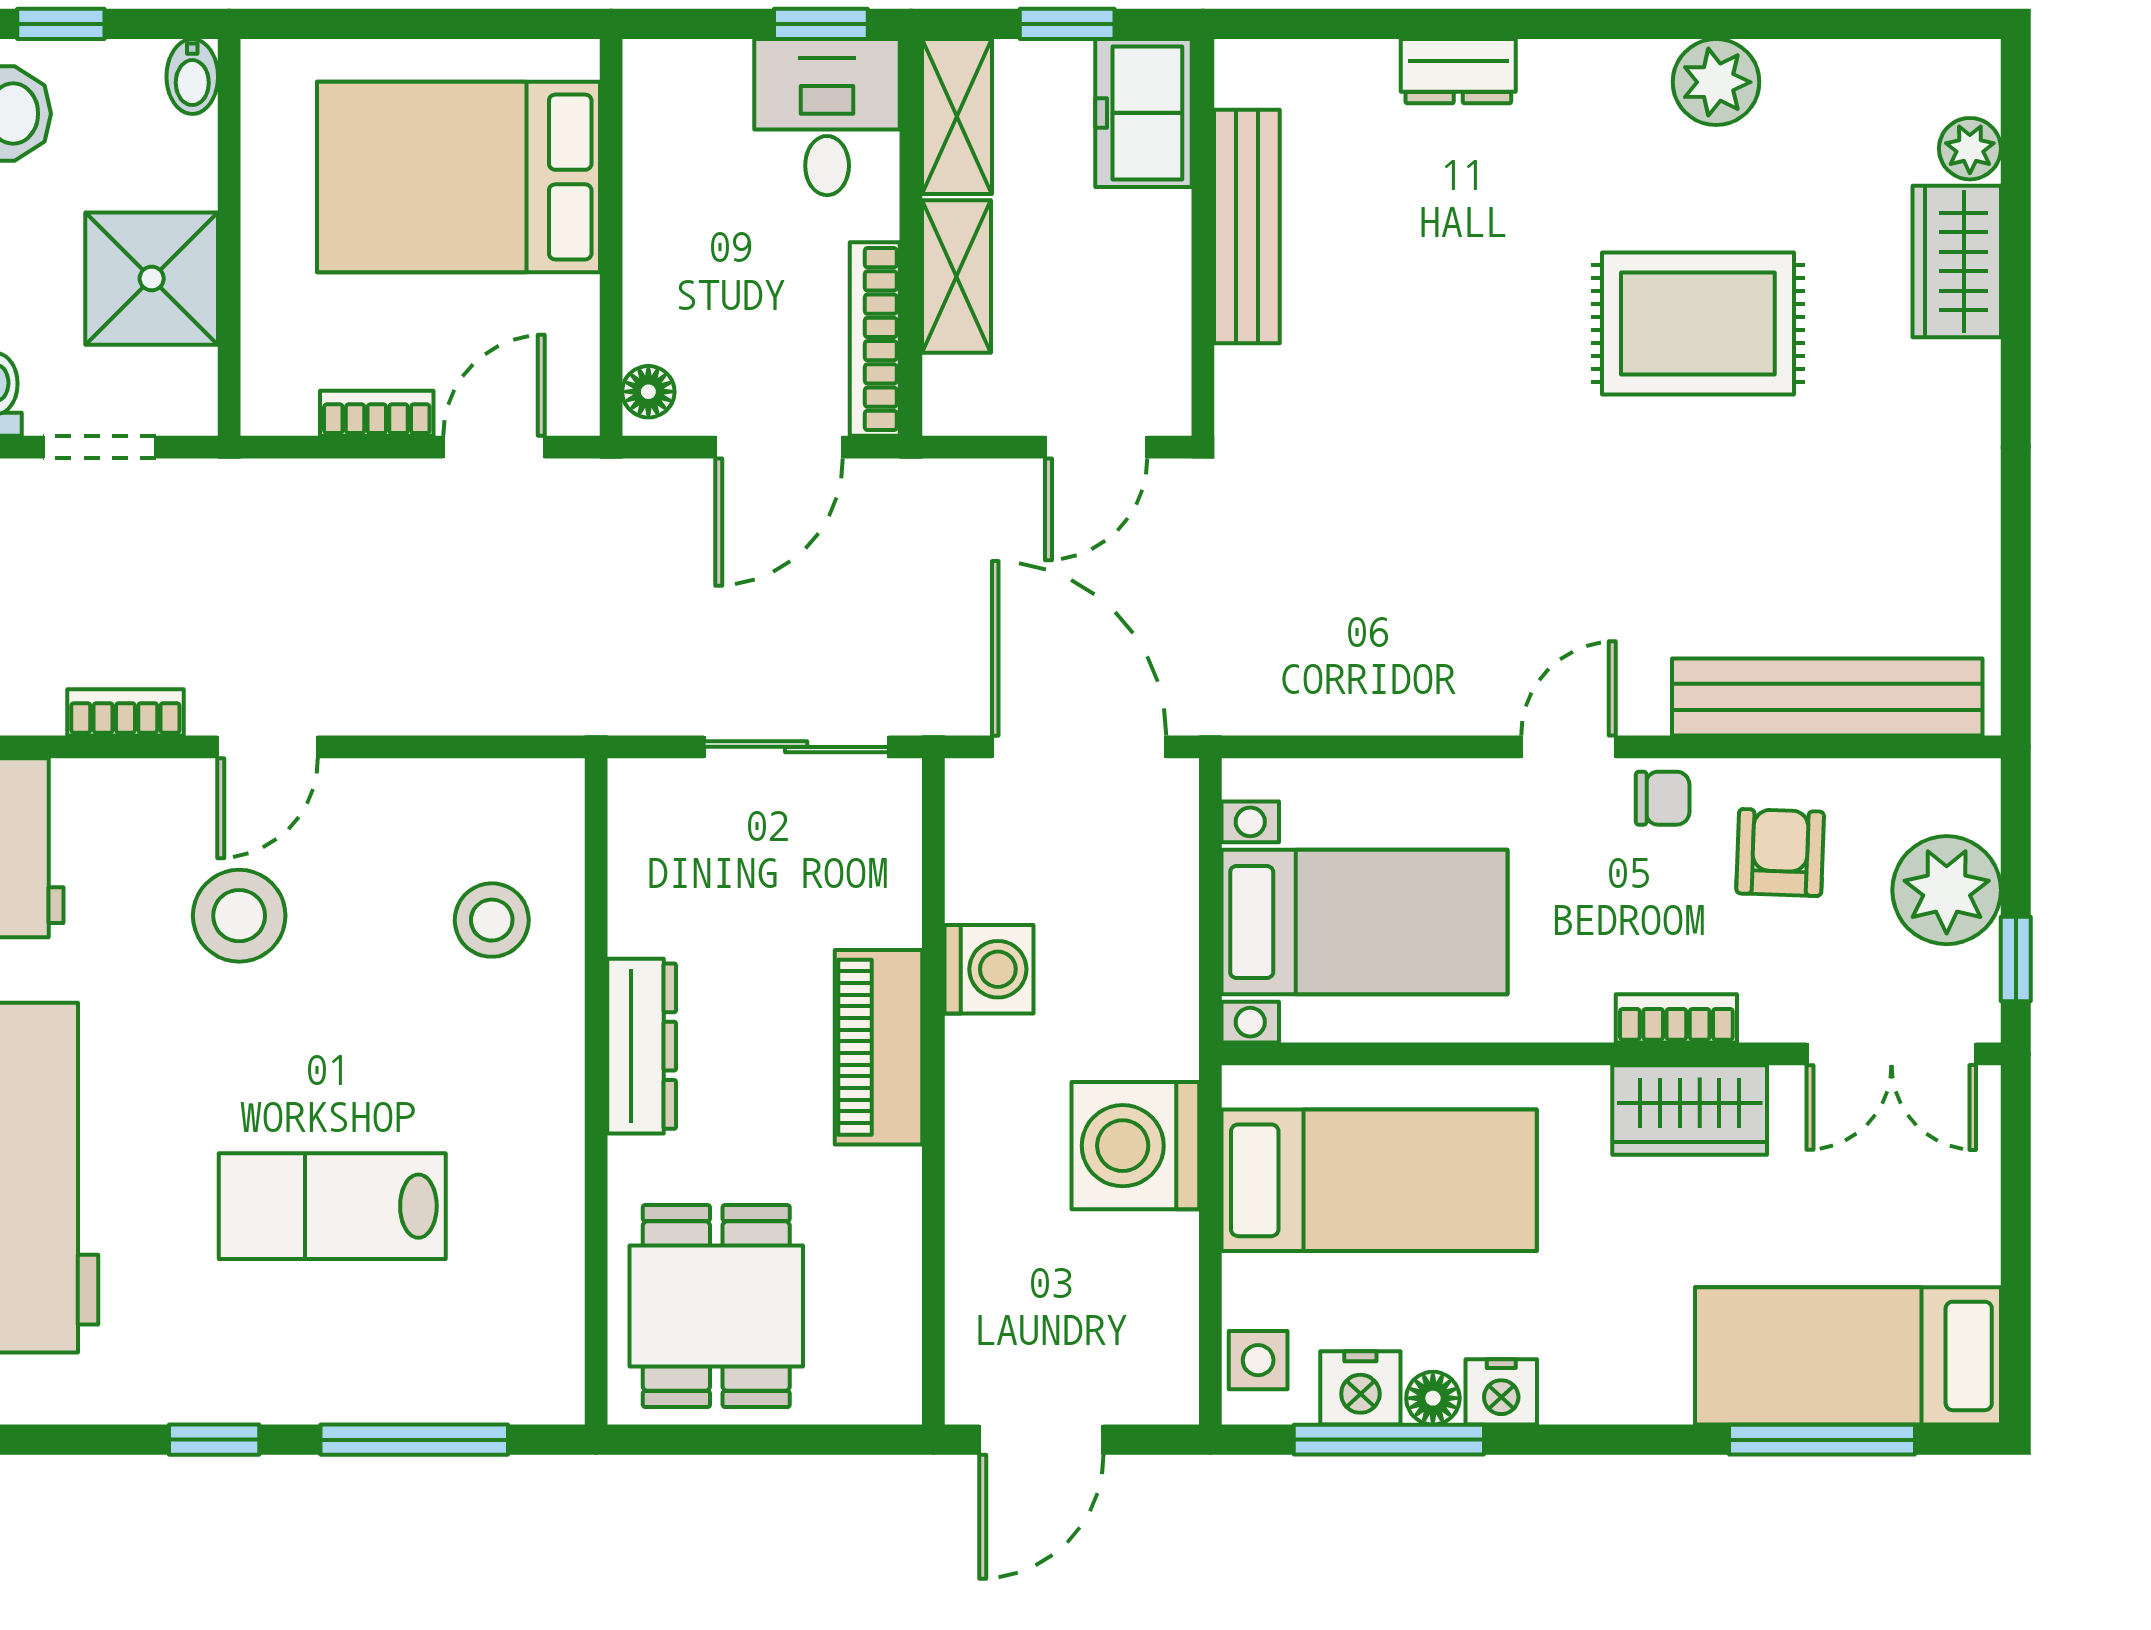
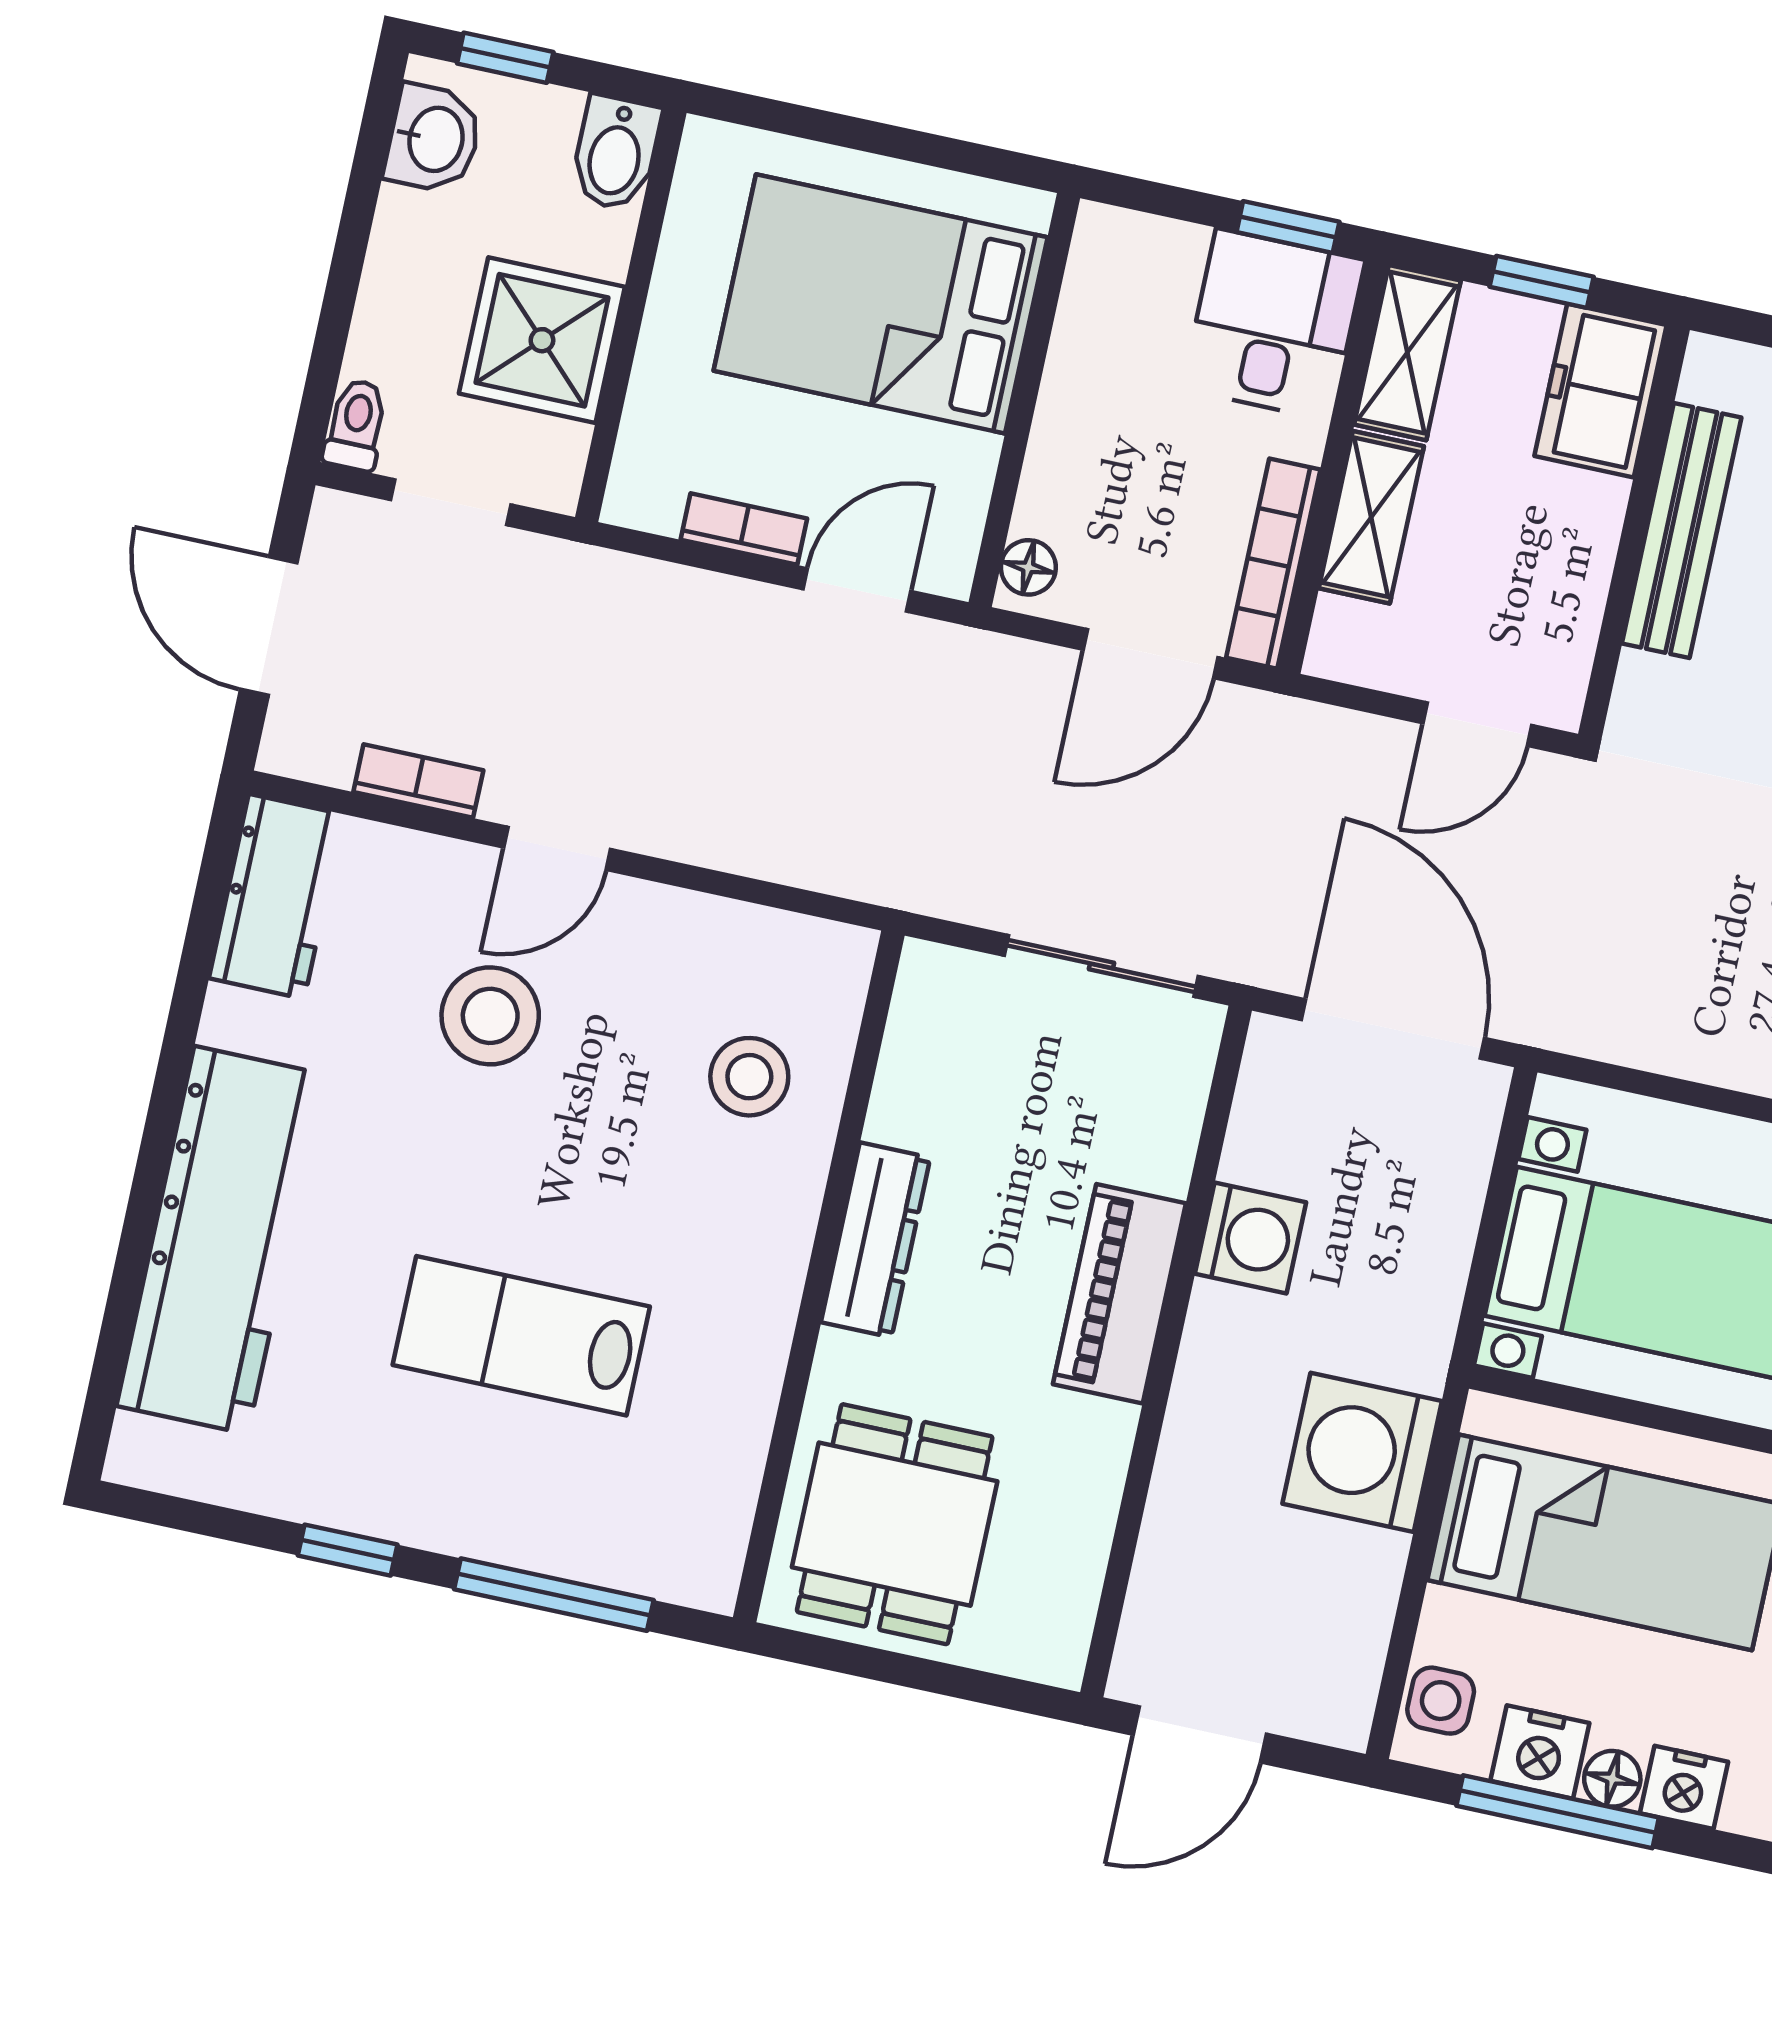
bidet: (192, 77) -> (616, 153), width x1.38, depth x1.36

